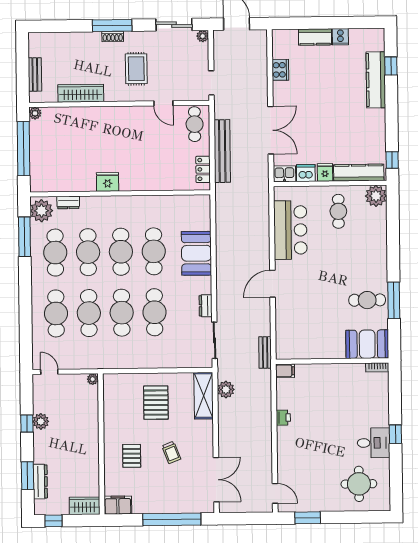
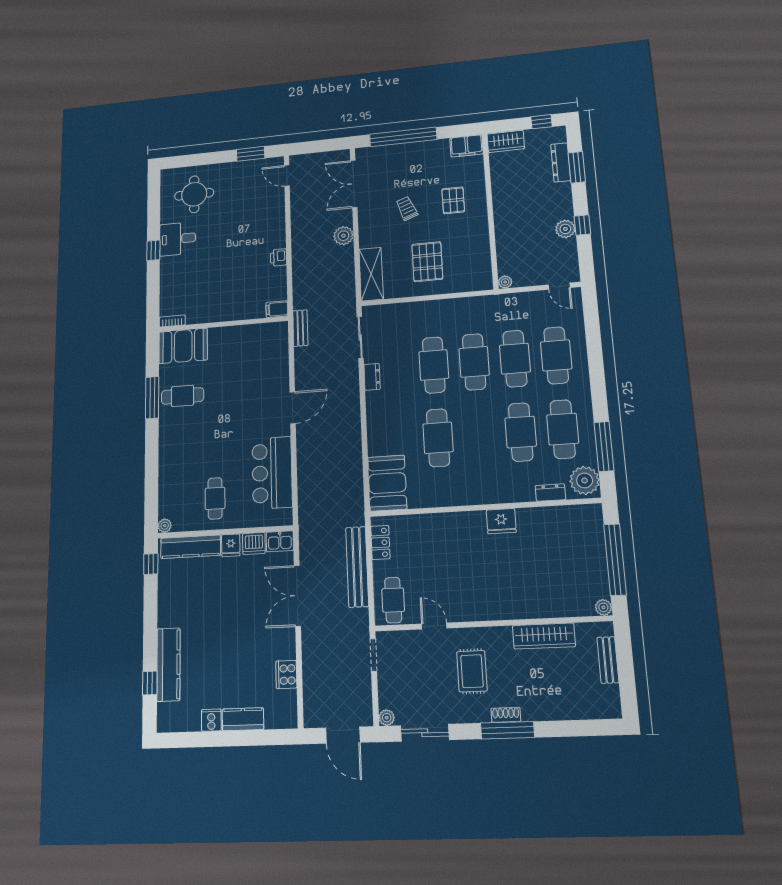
plant: (376, 196) -> (165, 526), width x0.53, depth x0.53
cafe table: (121, 252) -> (479, 435), removed
booth: (196, 253) -> (387, 483), moved
plant: (226, 390) -> (343, 236), moved

